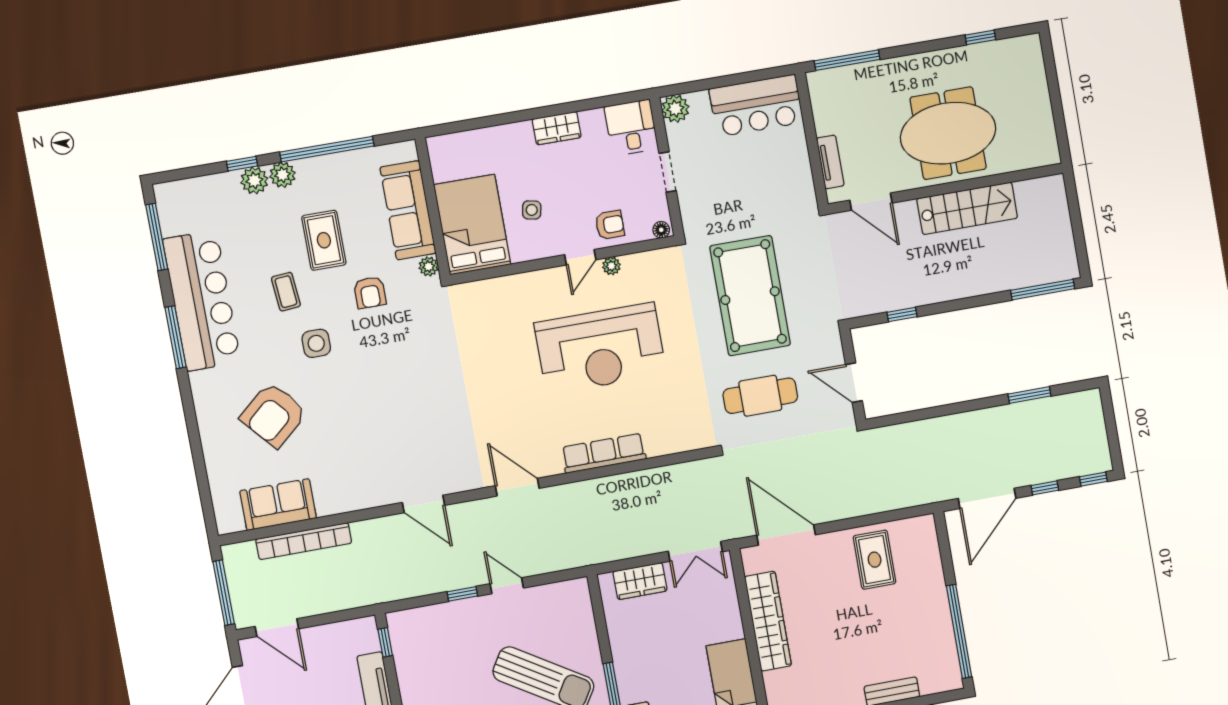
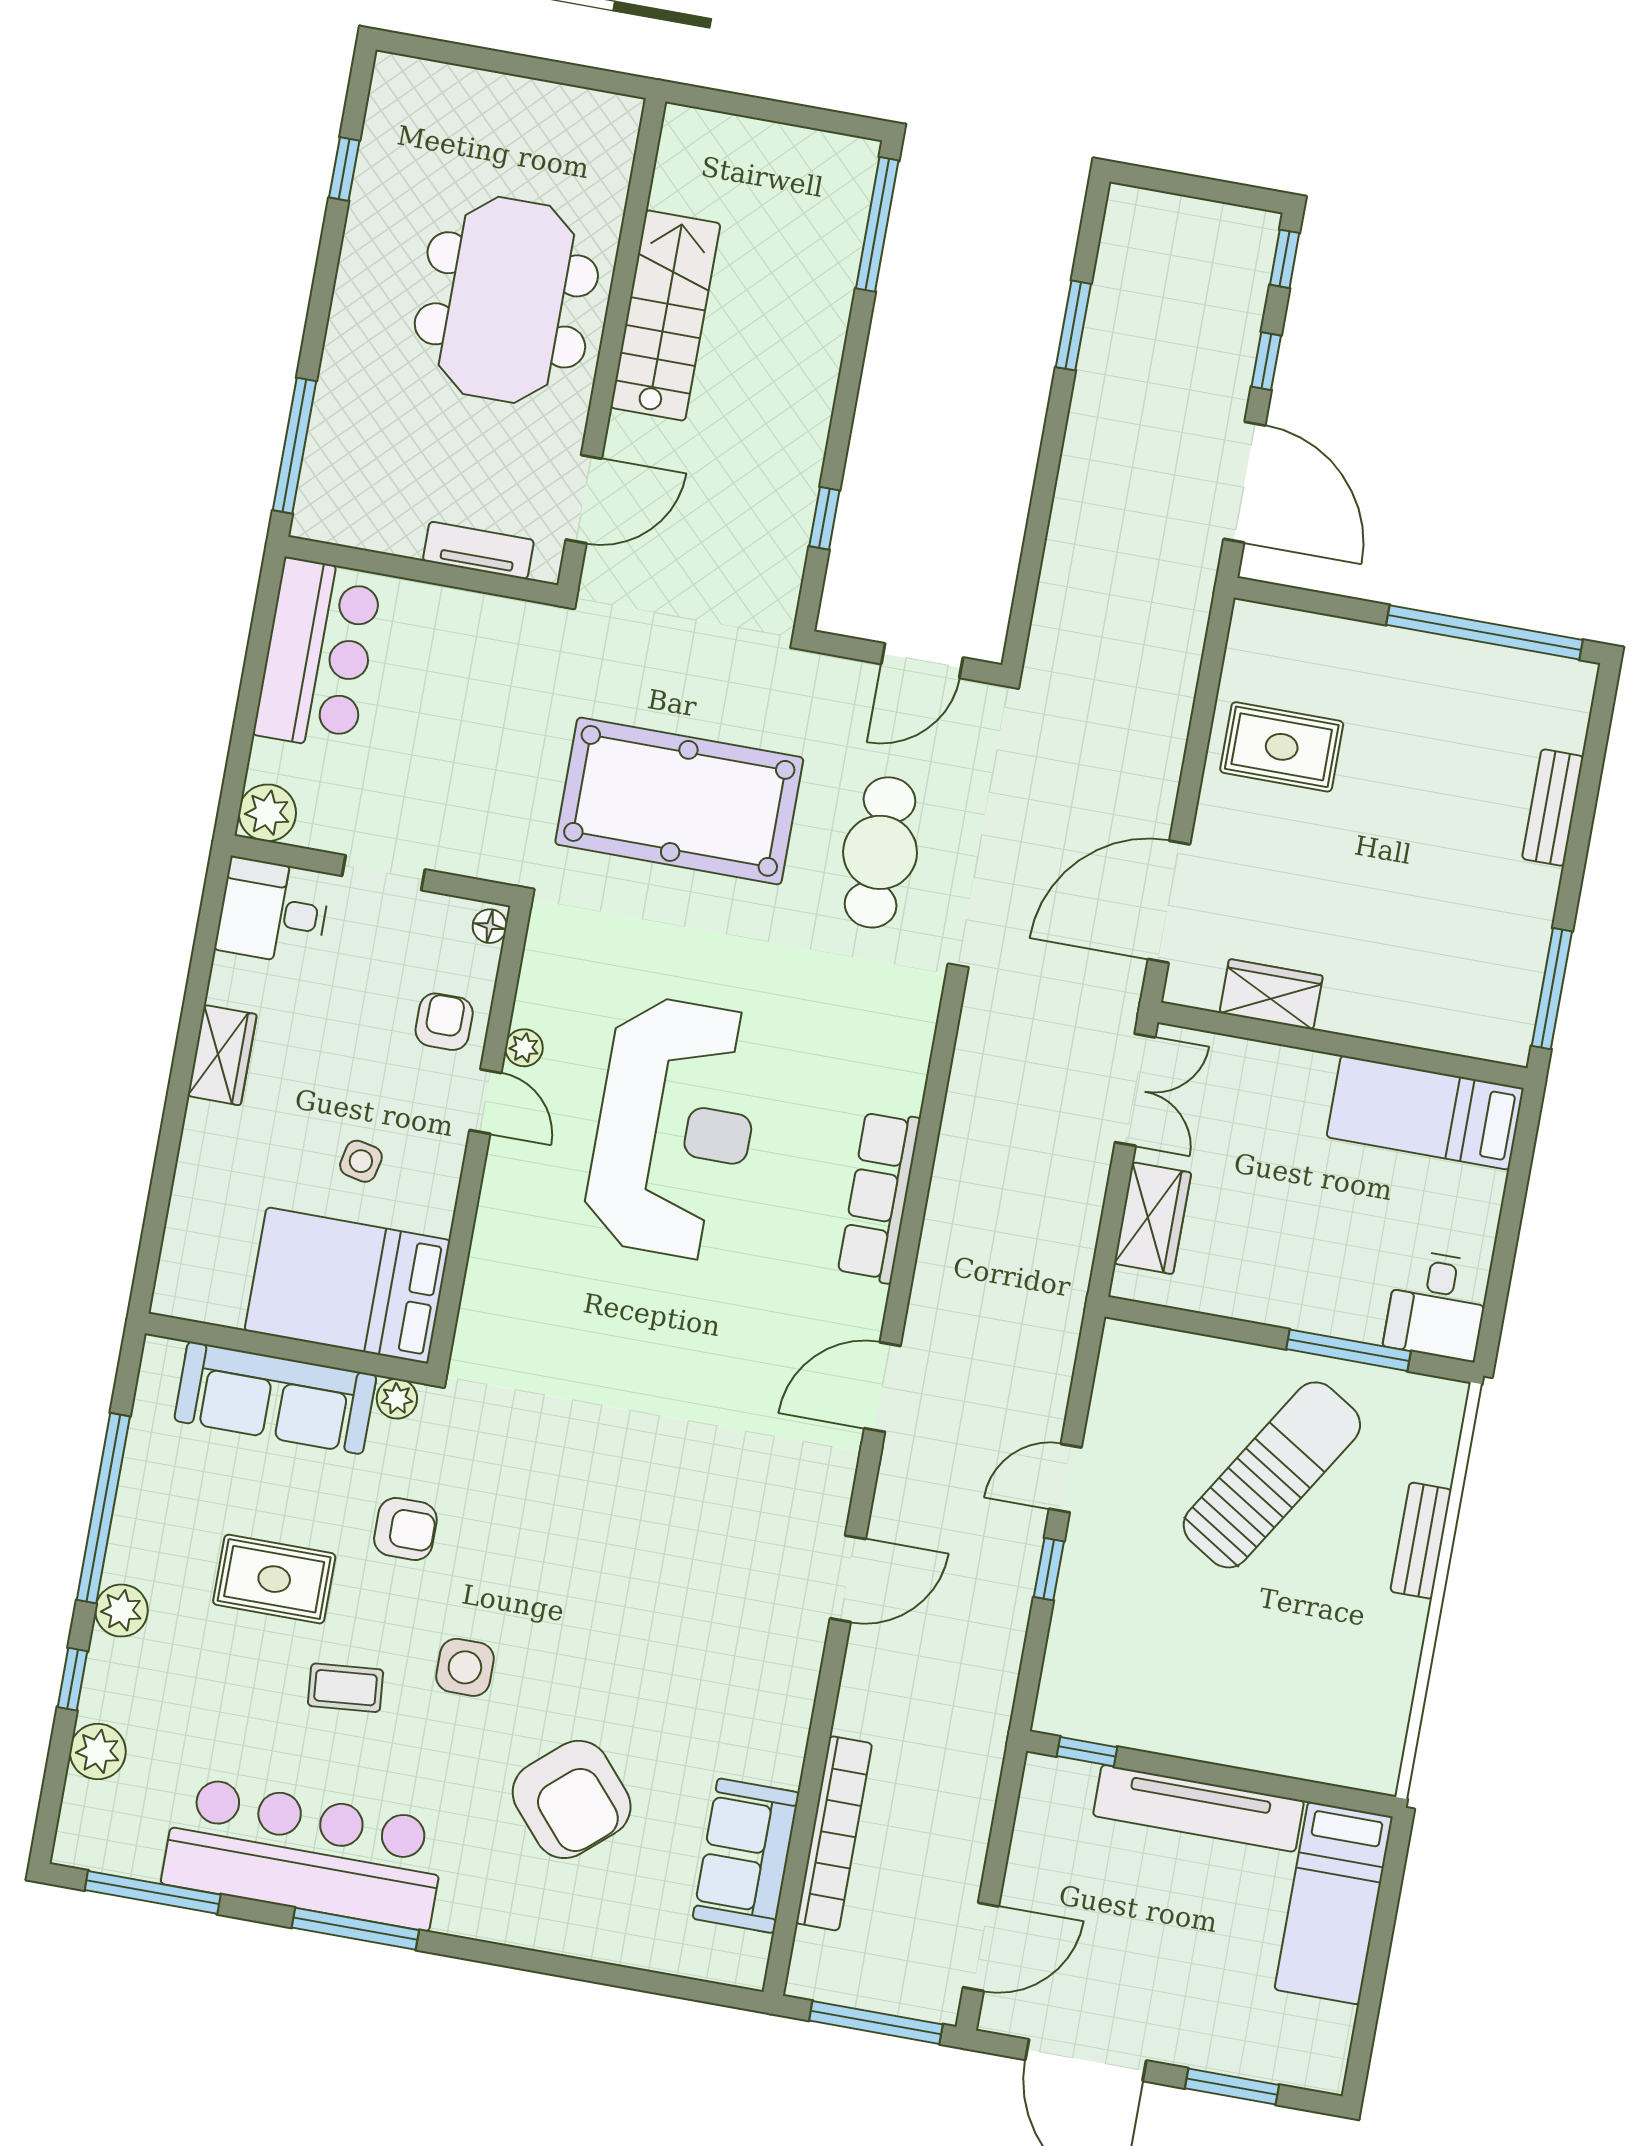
plant: (254, 180) -> (98, 1752), moved
wardrobe: (768, 621) -> (1271, 994), width x0.48, depth x0.85

